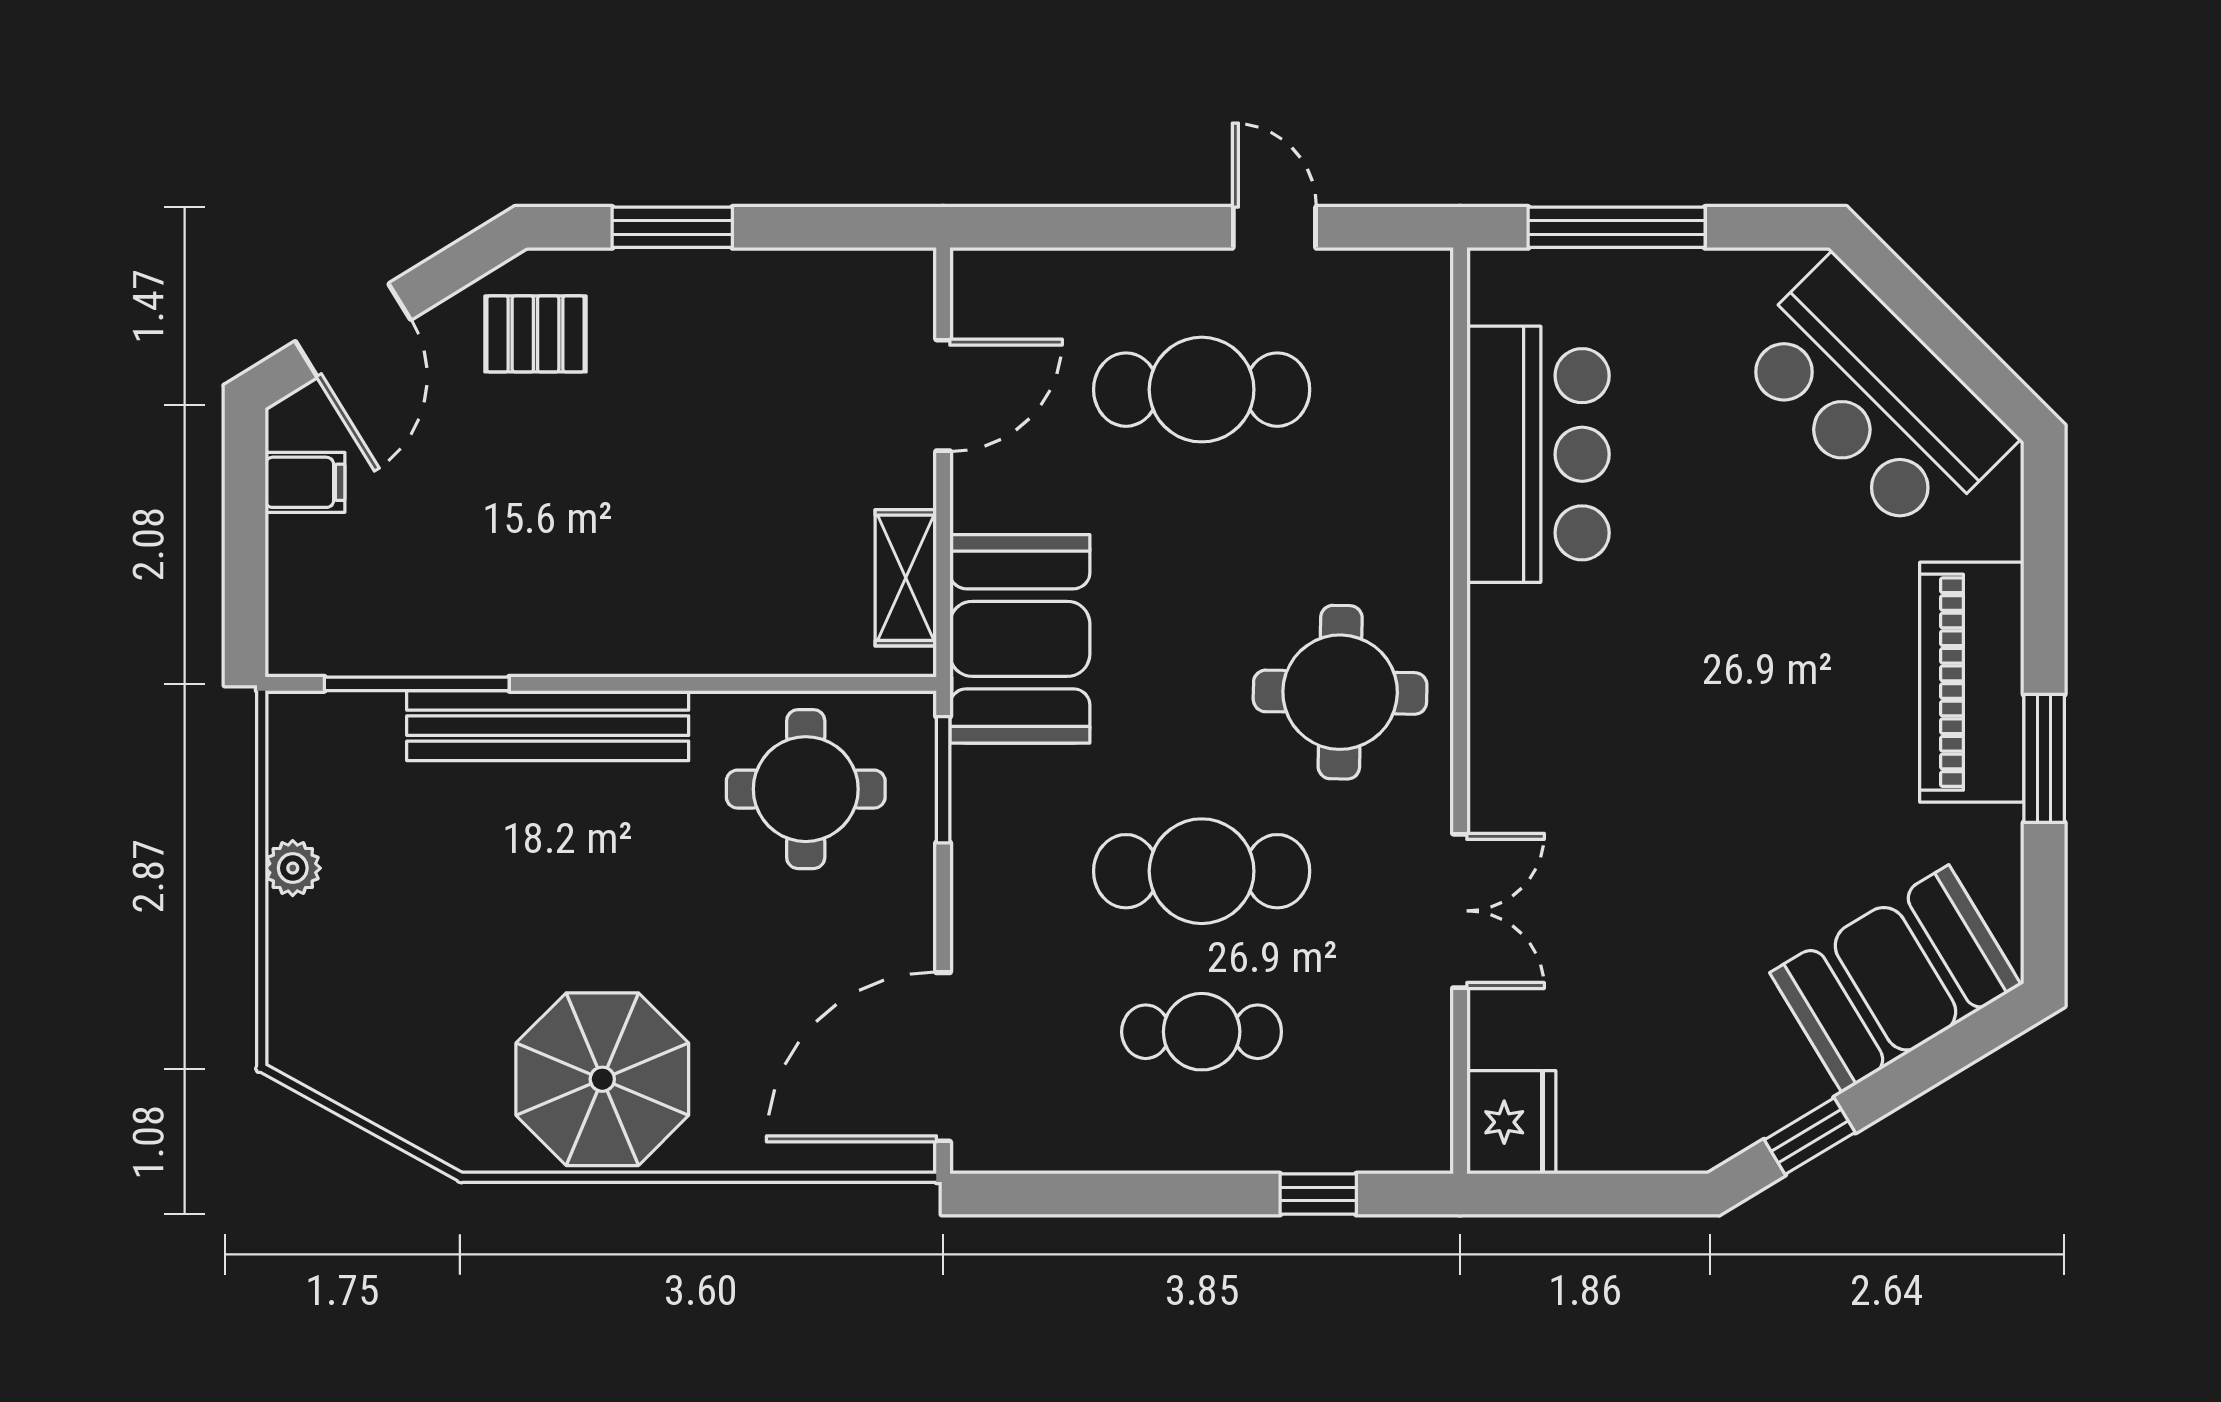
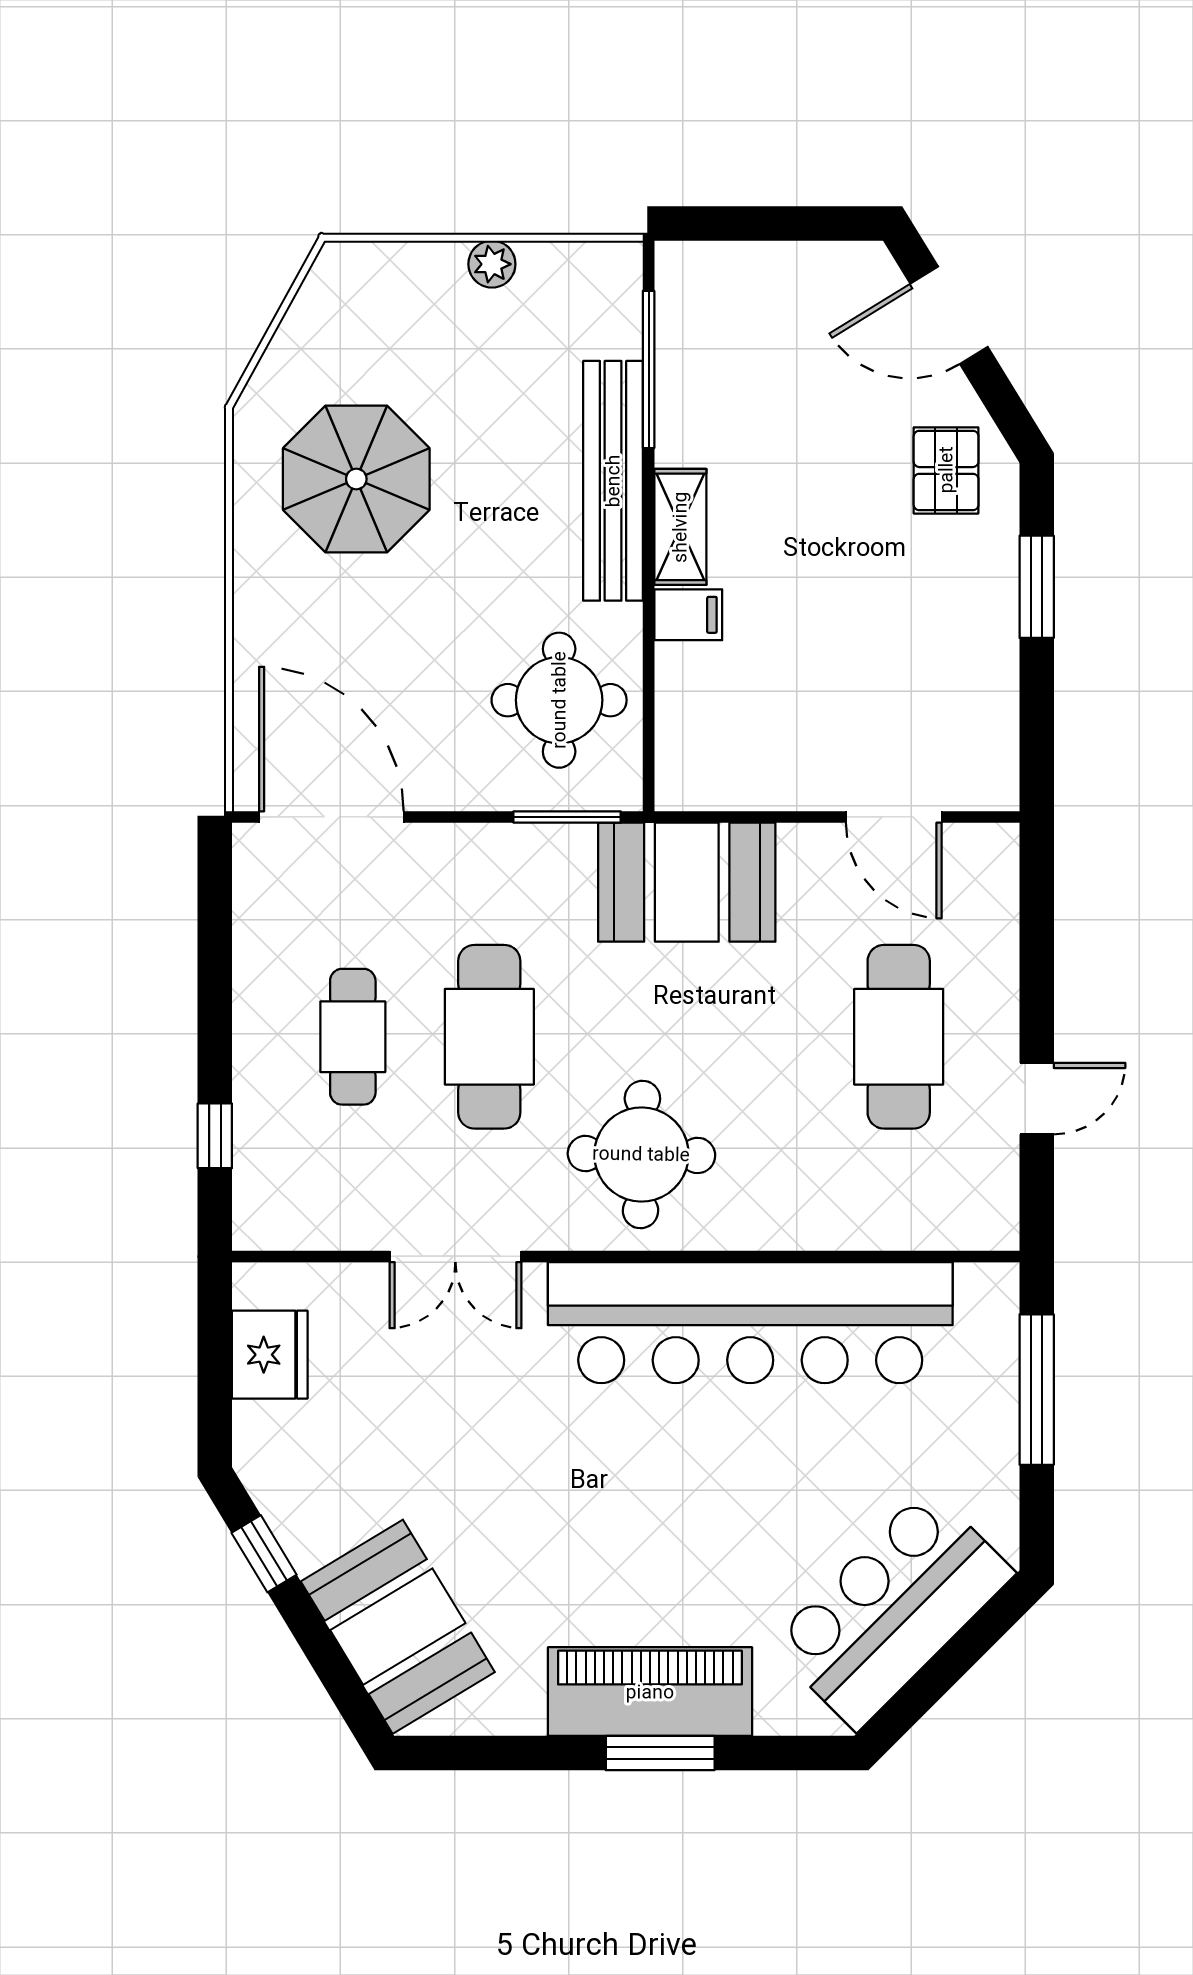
bar counter: (1538, 454) -> (750, 1323), width x1.86
filing cabinet: (305, 482) -> (688, 615), moved, turned -90
shelving: (906, 578) -> (680, 527), moved, turned 90
window: (2044, 758) -> (660, 1753), moved
parasol: (602, 1079) -> (356, 479), moved
fridge: (1511, 1122) -> (270, 1355), moved, turned -90

